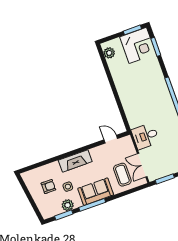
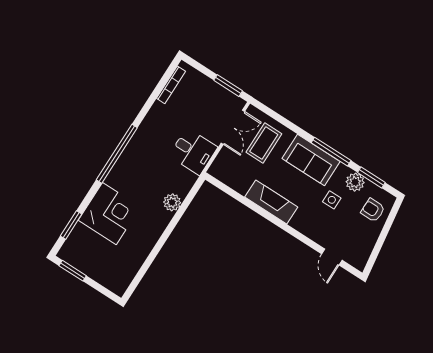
corner desk: (138, 45) -> (109, 214), moved, turned 90
plant: (109, 53) -> (172, 202), moved
door: (111, 139) -> (332, 257), moved
fireplace: (75, 161) -> (271, 202), moved
armchair: (48, 186) -> (373, 210), moved

